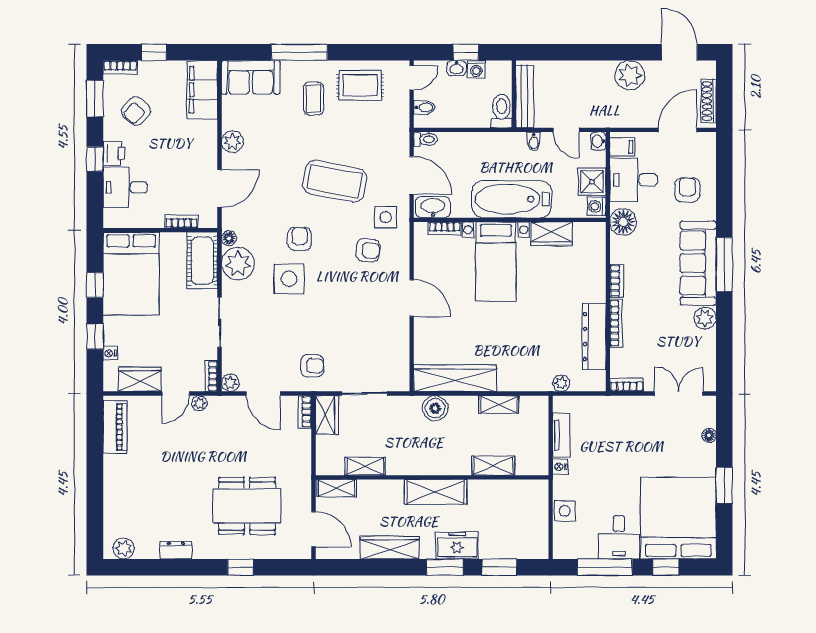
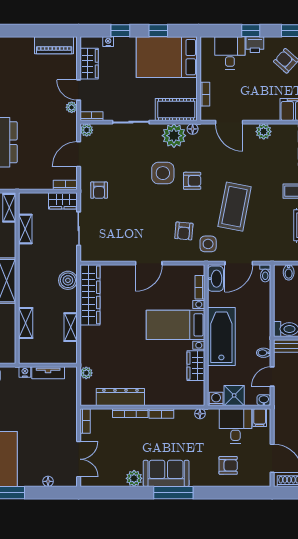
floor lamp: (623, 222) -> (200, 414), width x0.53, depth x0.53
sofa: (698, 263) -> (166, 473), width x0.73

